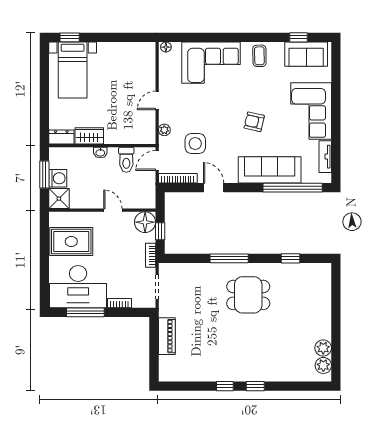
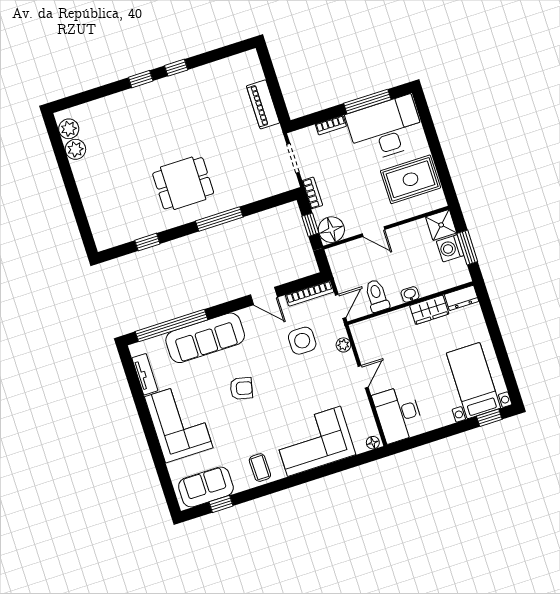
desk: (139, 63) -> (398, 414), added

